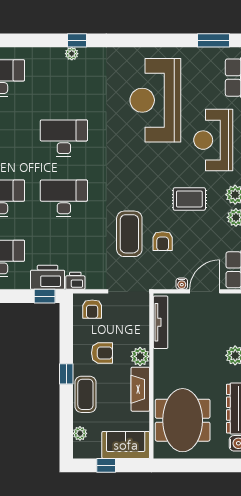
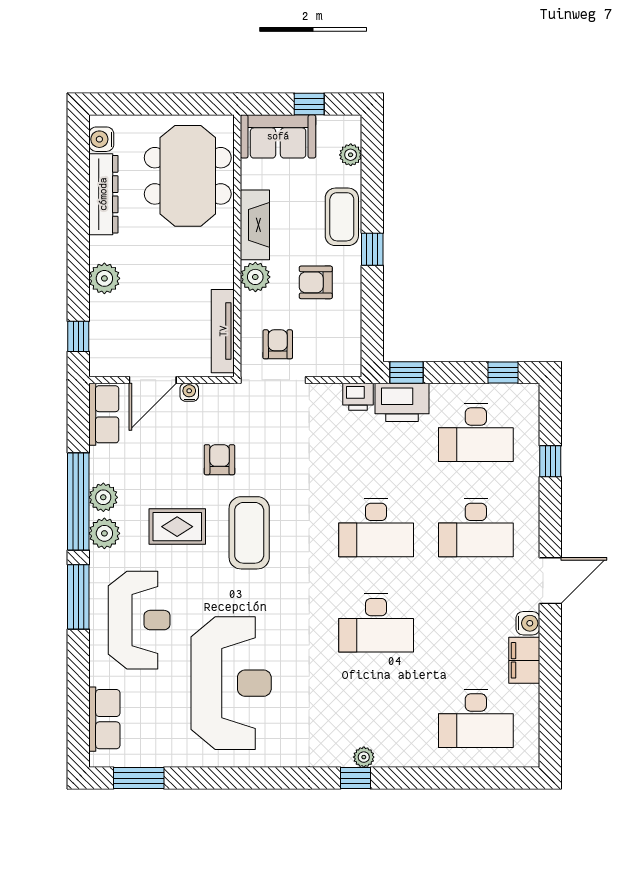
coffee table: (129, 234) -> (249, 533), moved
armchair: (92, 309) -> (278, 344), moved

